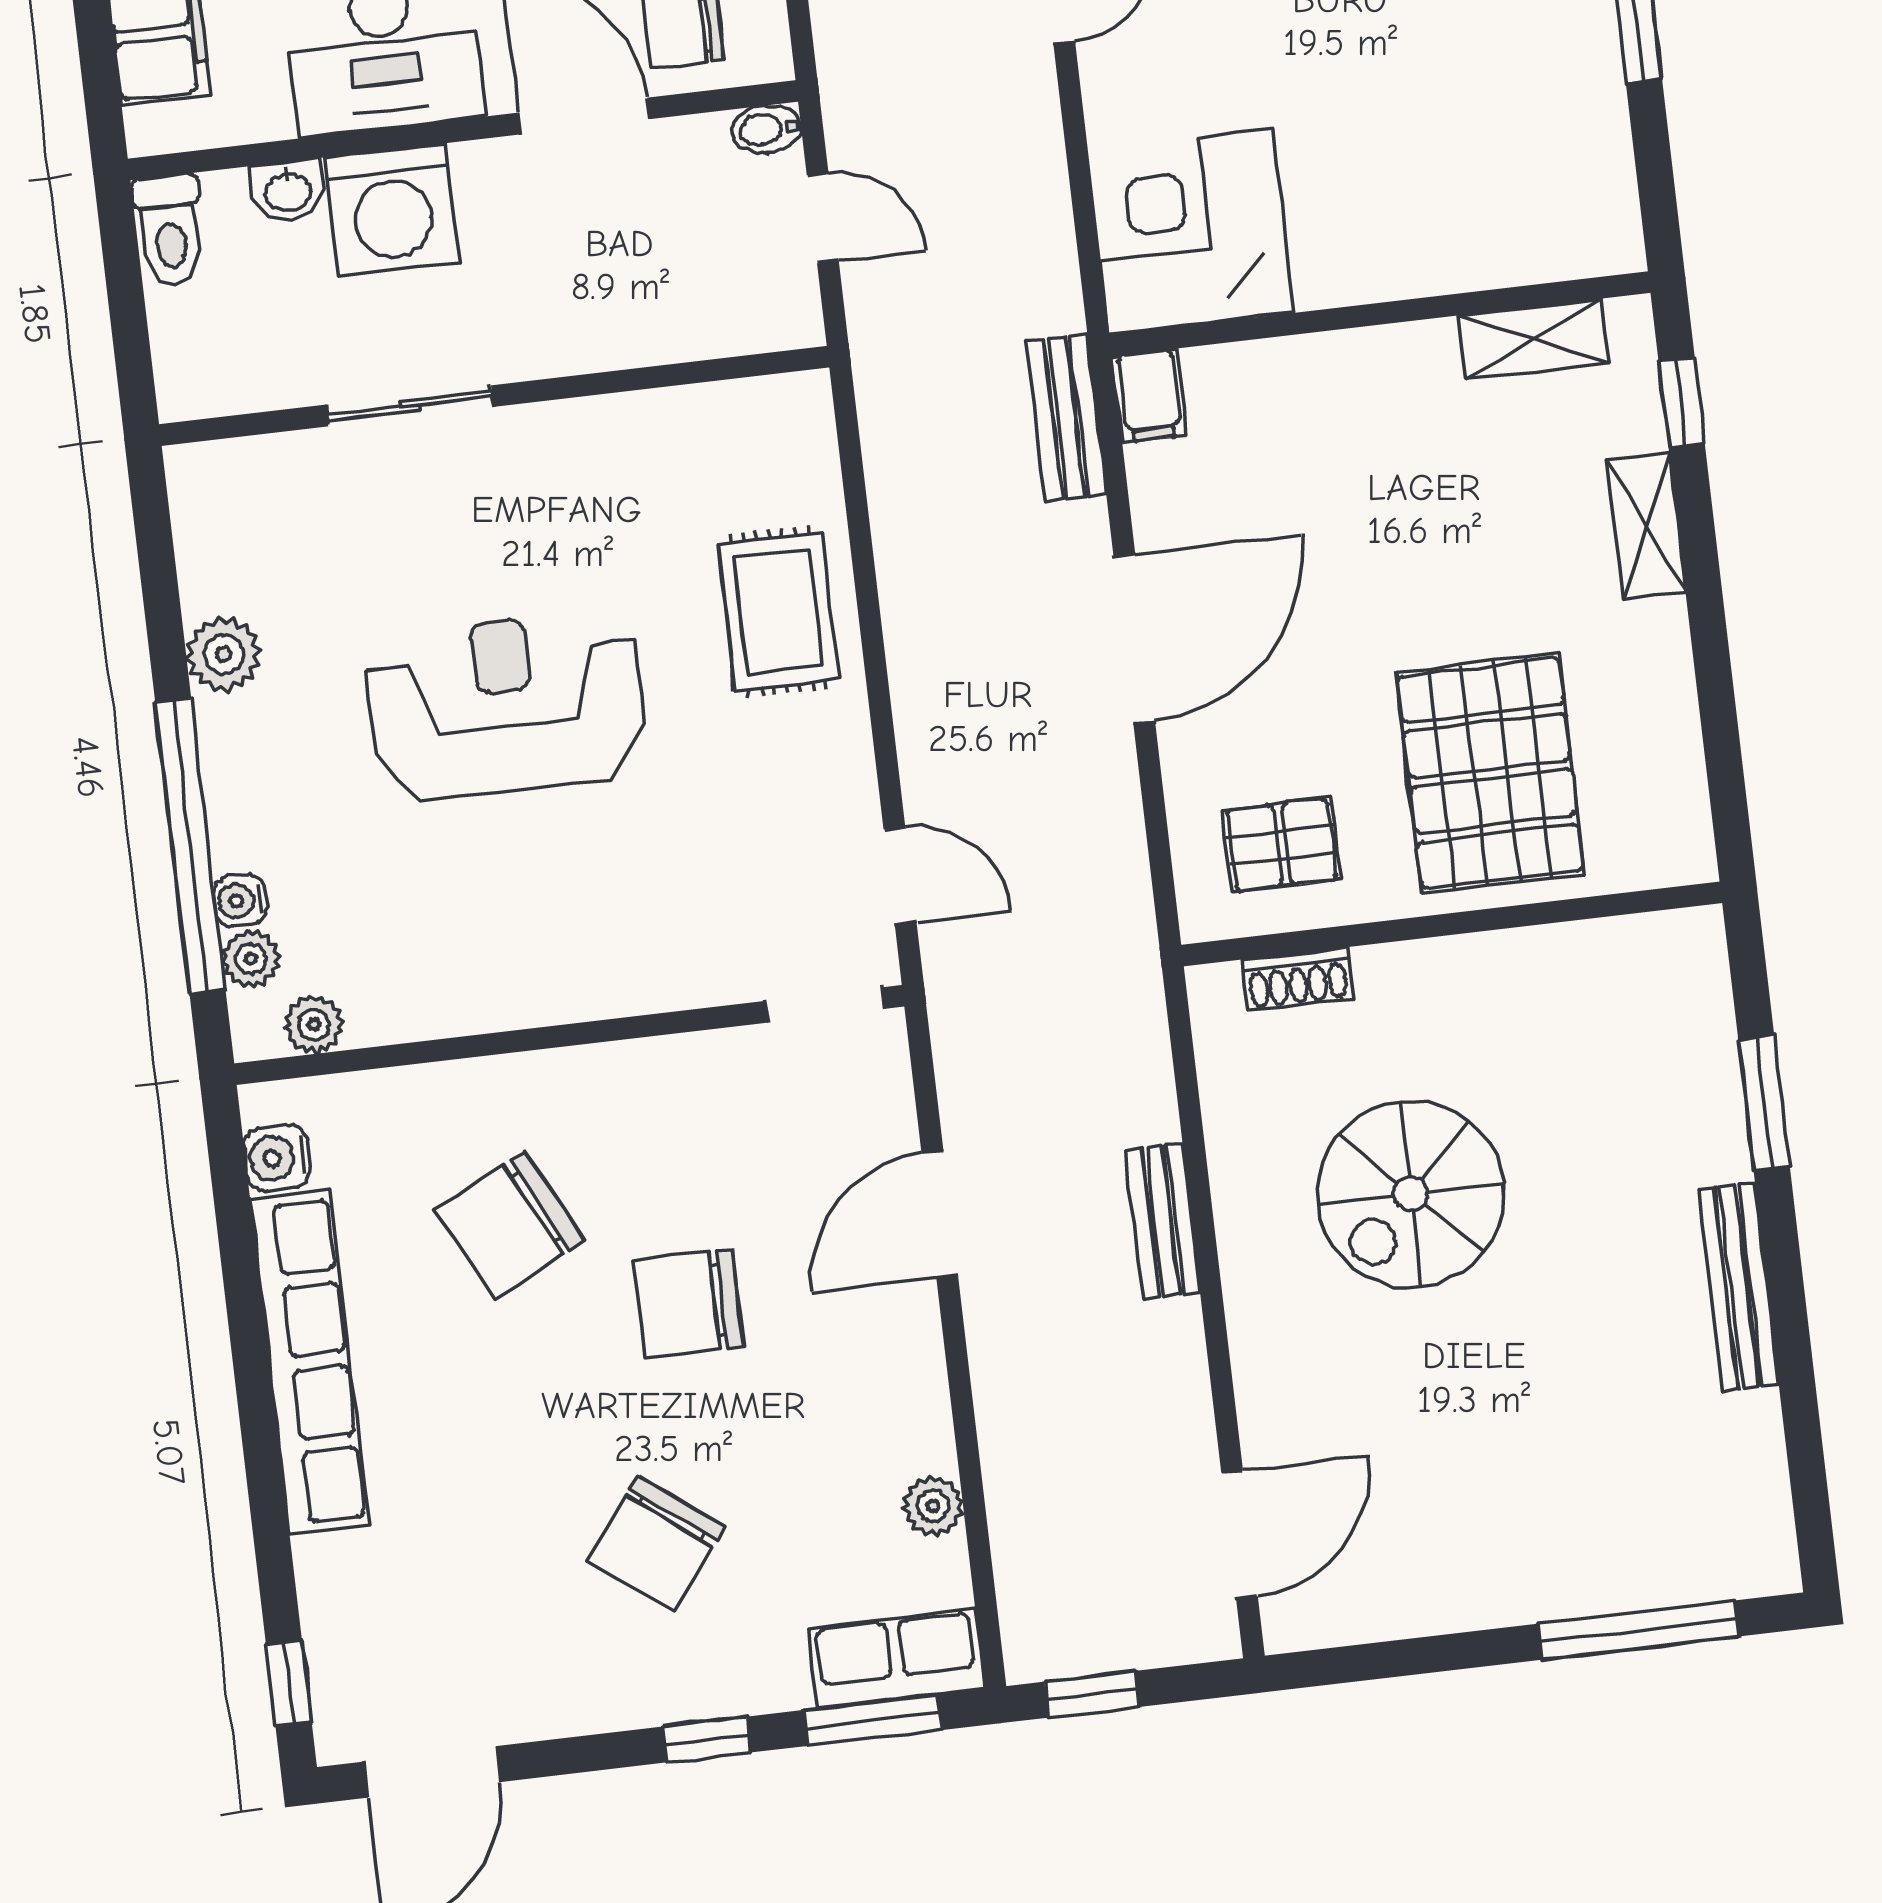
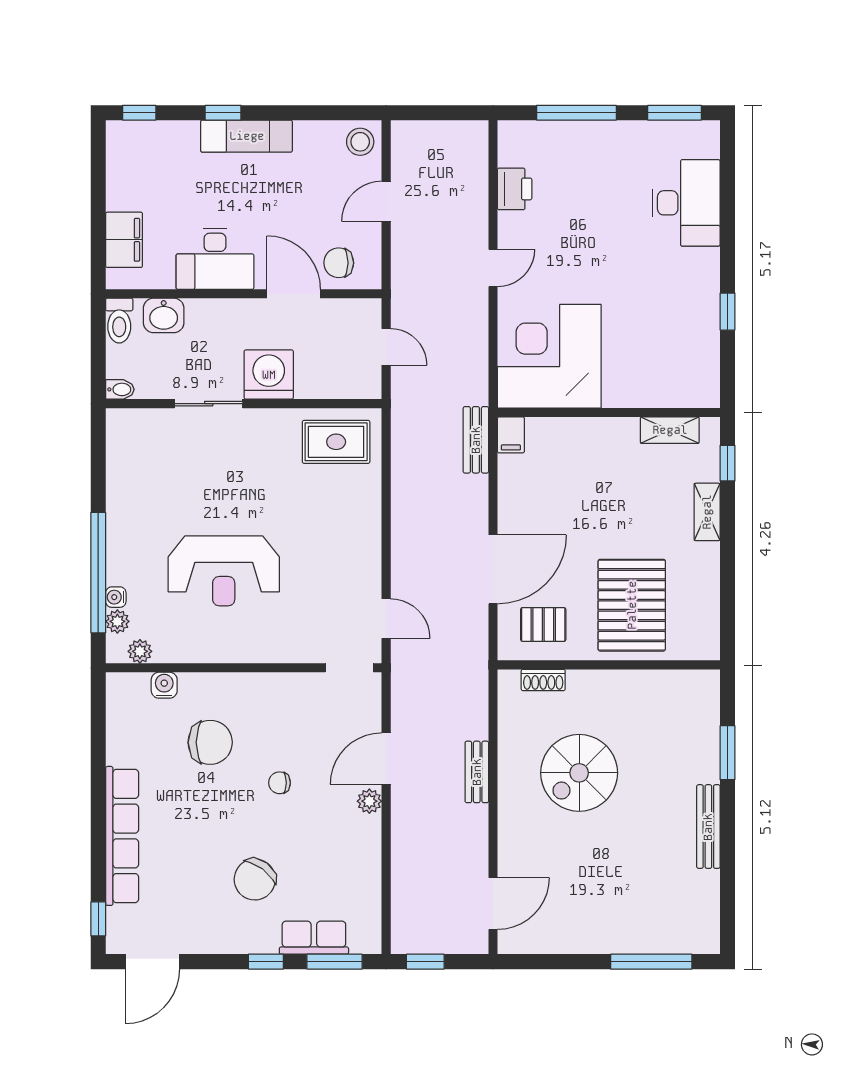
bidet: (766, 129) -> (120, 389), moved, turned 180
washbasin: (288, 191) -> (164, 315), width x1.38, depth x1.45
washing machine: (392, 210) -> (269, 375), moved, turned 180
corner desk: (1191, 231) -> (549, 356), width x1.36, depth x1.36
rug: (778, 612) -> (336, 442), moved, turned 90
door: (1134, 638) -> (493, 569), moved
plant: (224, 654) -> (121, 496), removed
reception desk: (506, 706) -> (224, 571), moved, turned 180
water cooler: (277, 1158) -> (164, 685), moved, turned 90
chair: (510, 1225) -> (210, 742), turned -153
chair: (689, 1303) -> (280, 783), width x0.54, depth x0.54
row of seats: (310, 1362) -> (122, 836), moved
plant: (933, 1506) -> (369, 801), moved
row of seats: (896, 1658) -> (314, 938), moved

